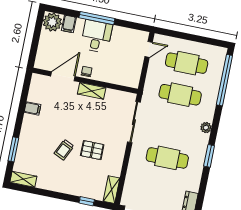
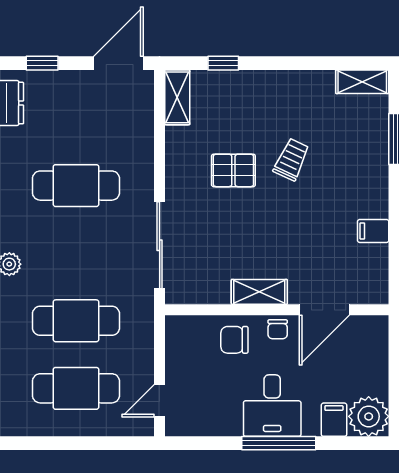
chair: (108, 71) -> (234, 340), added

